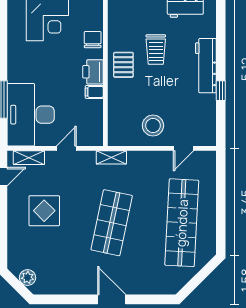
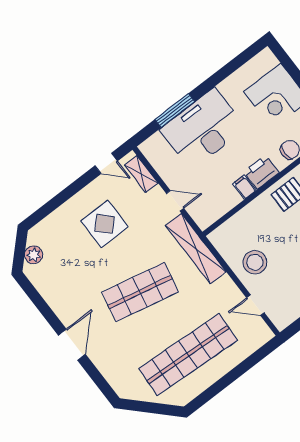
desk: (31, 115) -> (203, 129), moved
shelving: (111, 157) -> (196, 249), width x2.20, depth x1.33

